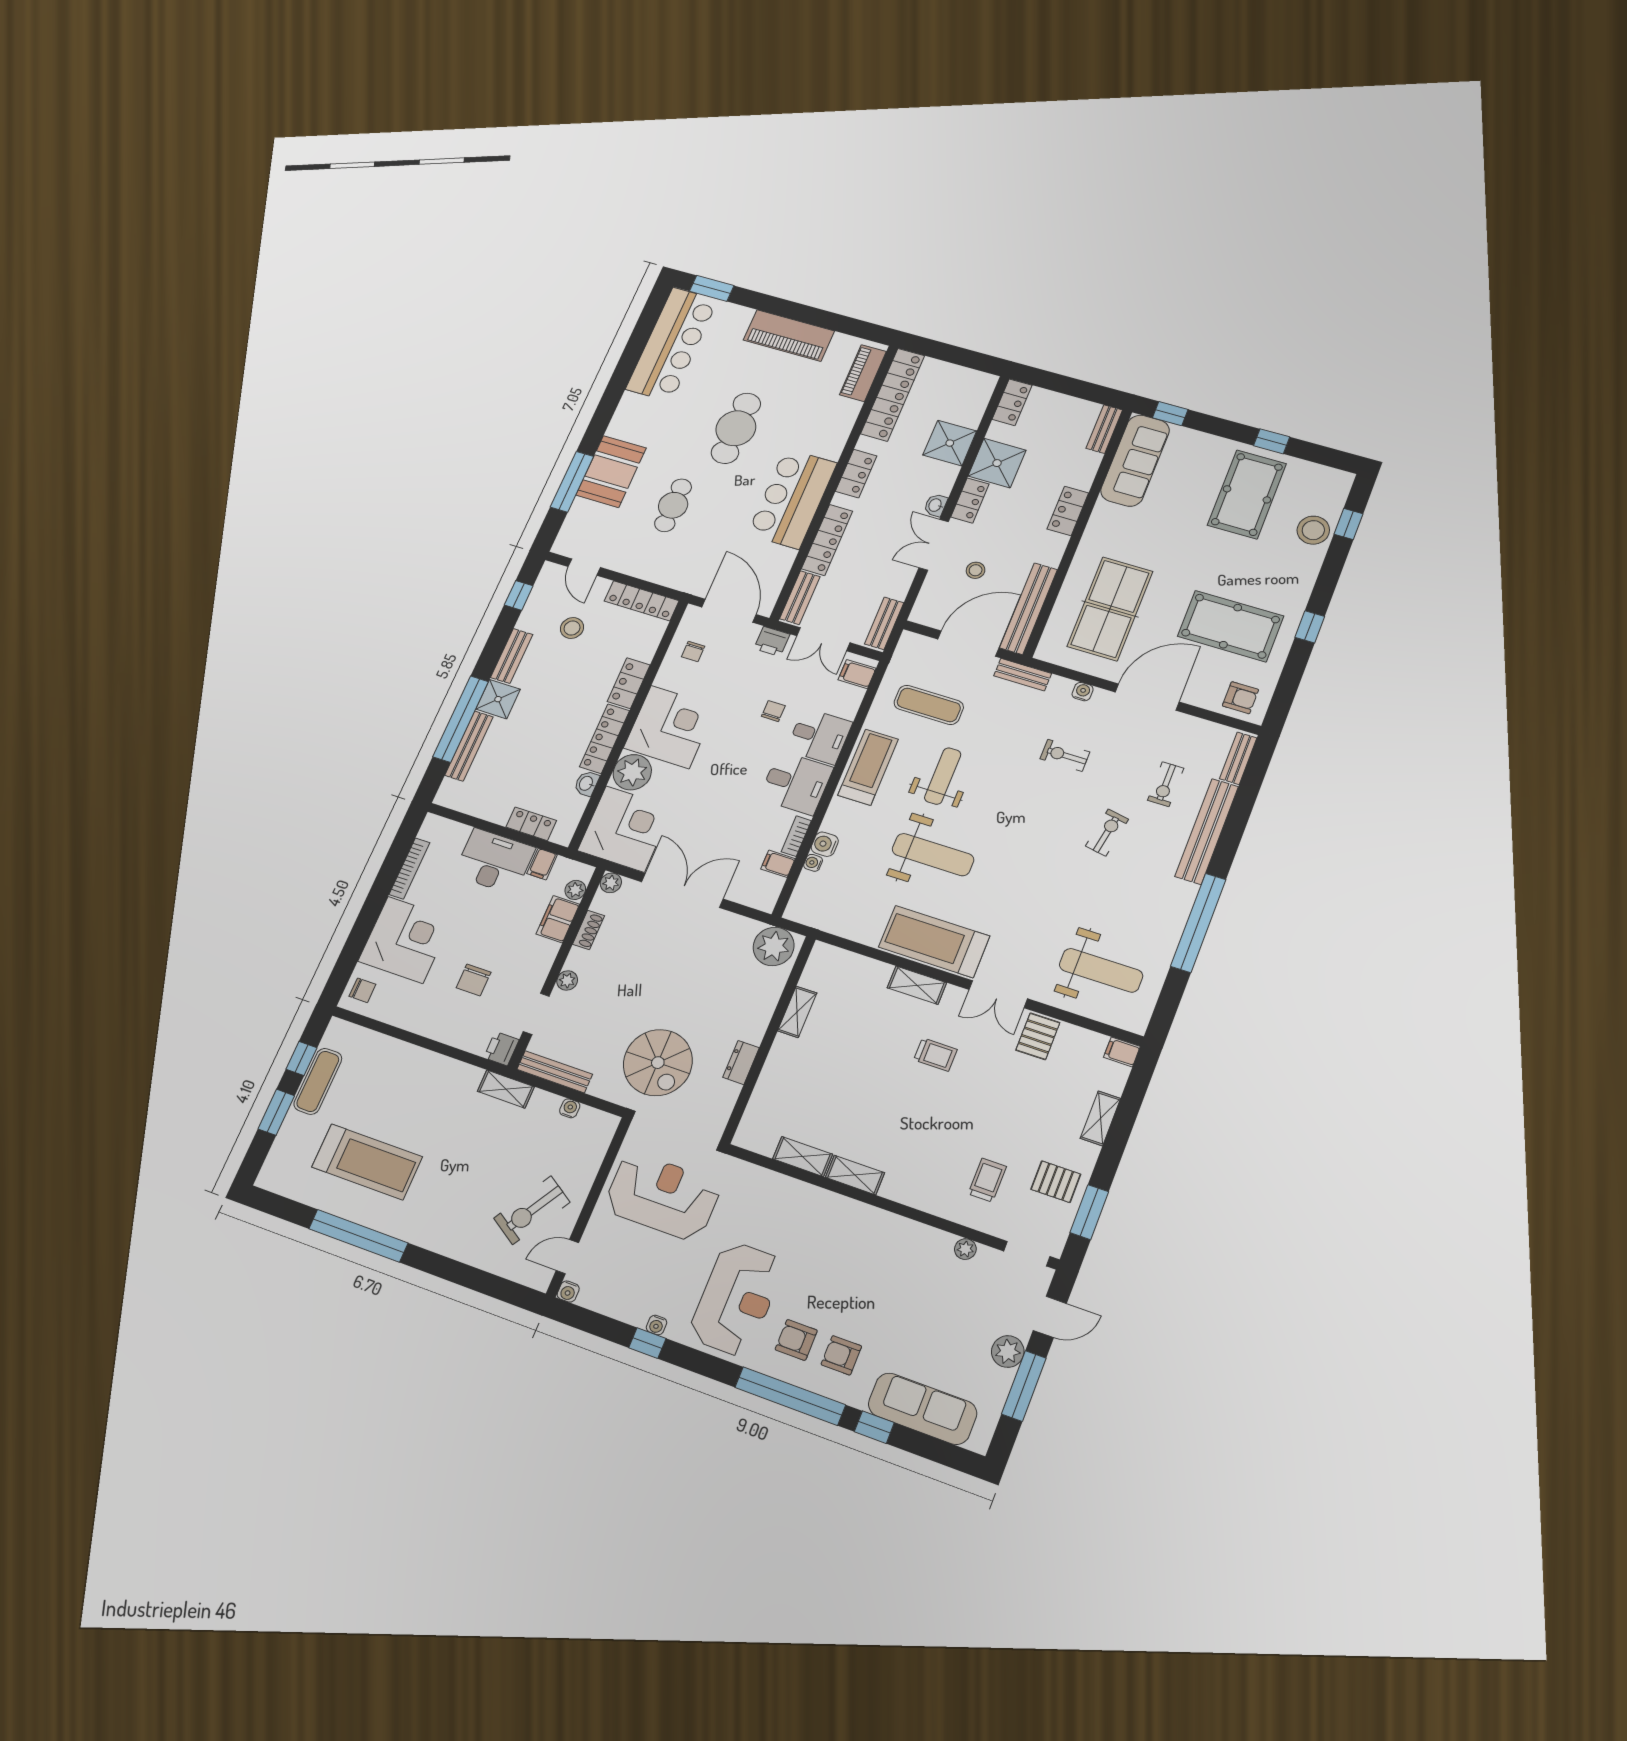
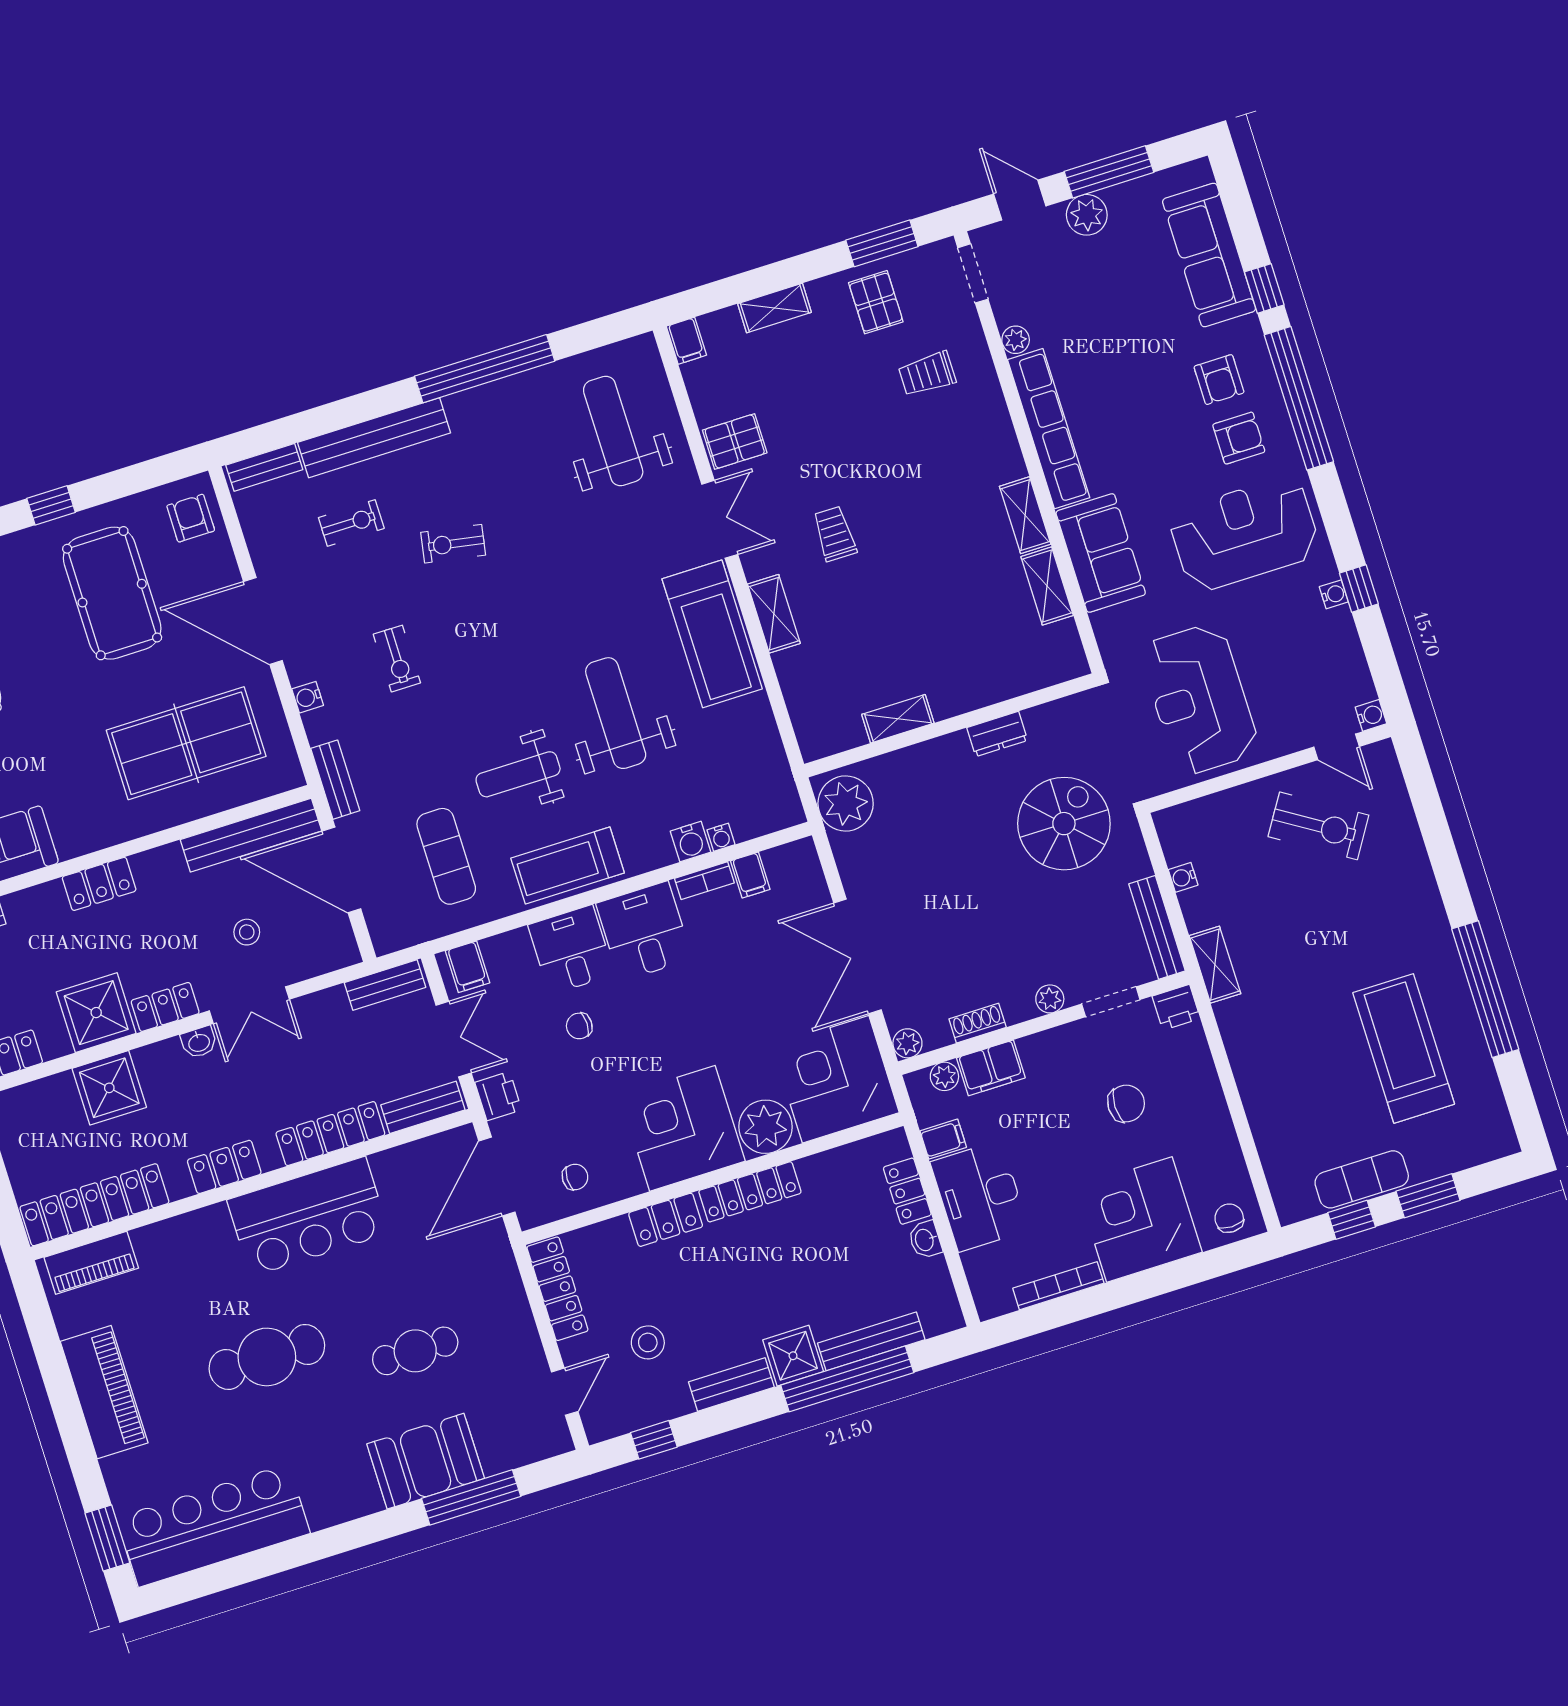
washbasin: (586, 784) -> (925, 1240), moved, turned 90
sofa: (796, 1203) -> (1101, 553), added
row of seats: (895, 1228) -> (1049, 429), added
armchair: (796, 1340) -> (1239, 438), turned -90

